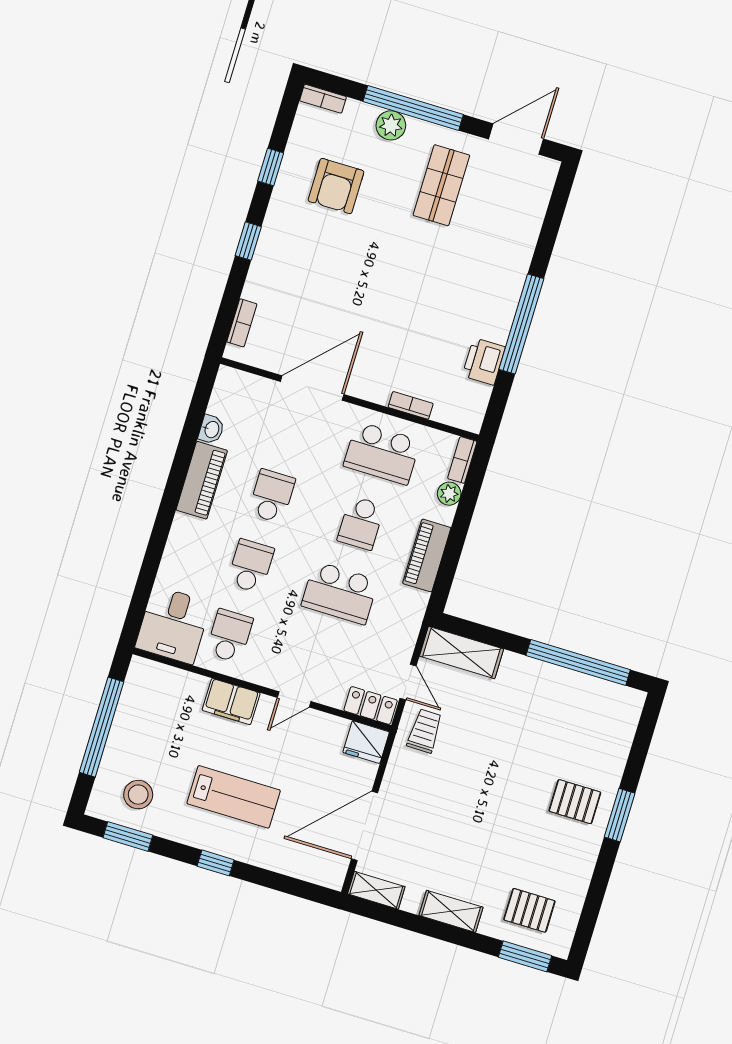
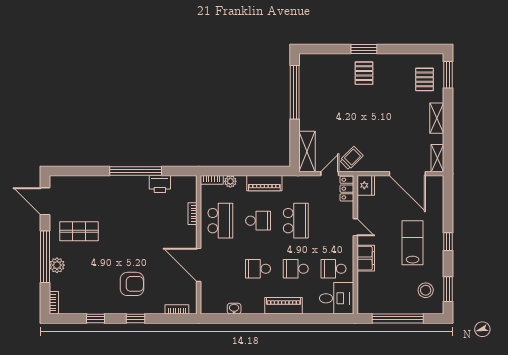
armchair: (336, 186) -> (132, 284), moved
piano: (202, 480) -> (284, 306), moved
trolley: (425, 731) -> (351, 158), turned 134

